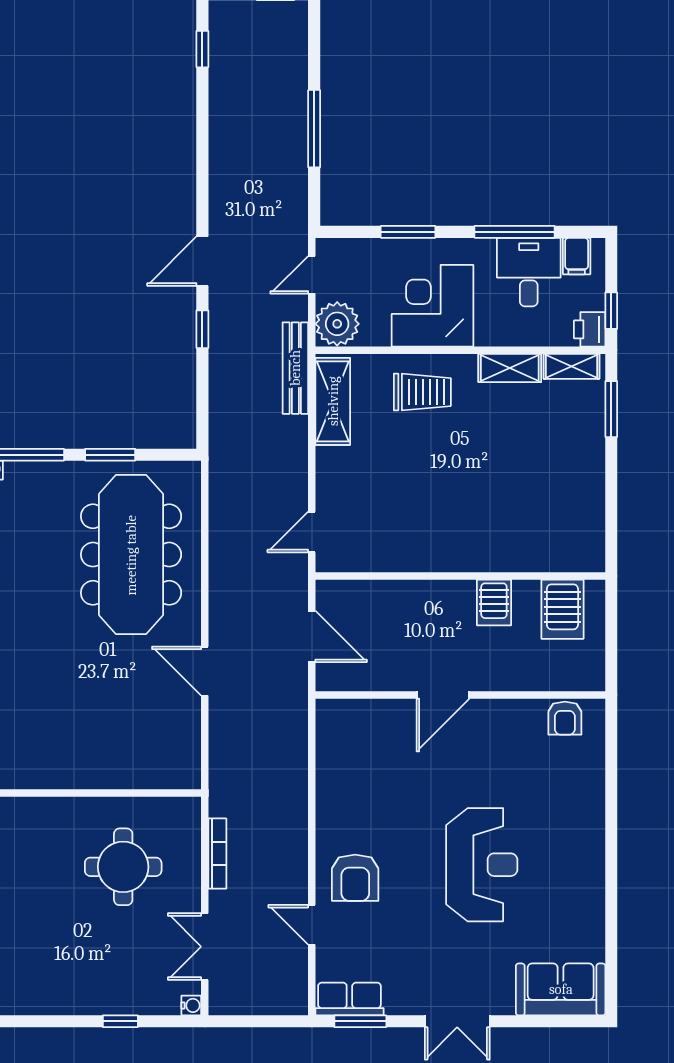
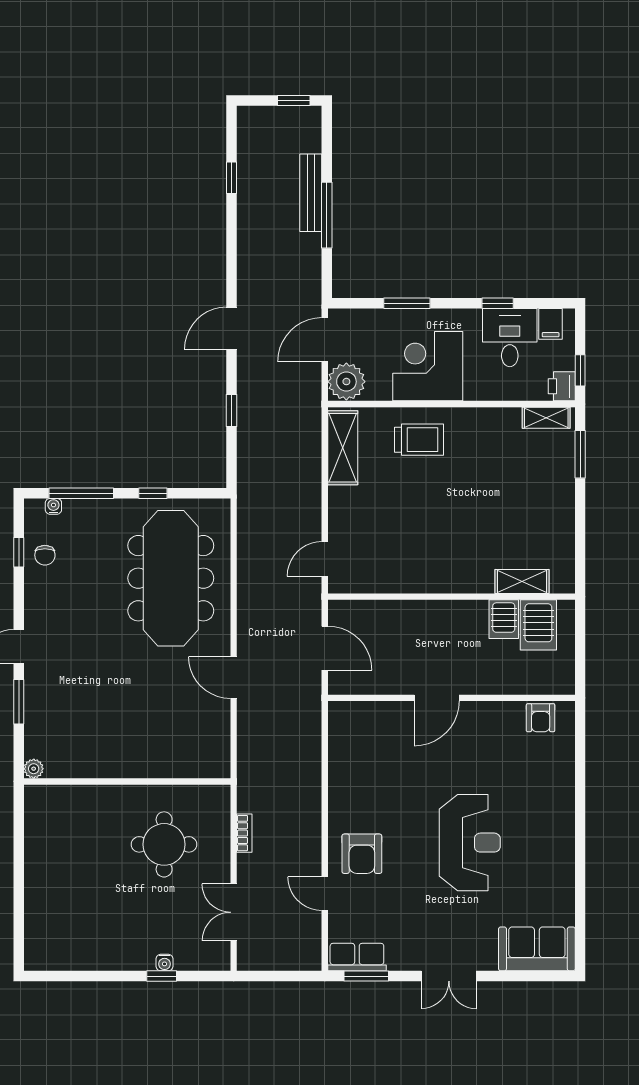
window: (202, 49) -> (232, 178), moved
window: (515, 232) -> (498, 303), width x0.46
door: (312, 275) -> (325, 340), width x1.38
window: (202, 329) -> (232, 411), moved
bench: (295, 368) -> (311, 193), moved
shelving: (510, 368) -> (522, 581), moved
window: (110, 455) -> (153, 493), width x0.67
server rack: (494, 602) -> (504, 619), moved
bookcase: (217, 854) -> (244, 833), width x0.64
water cooler: (191, 1005) -> (165, 963), moved, turned 90

